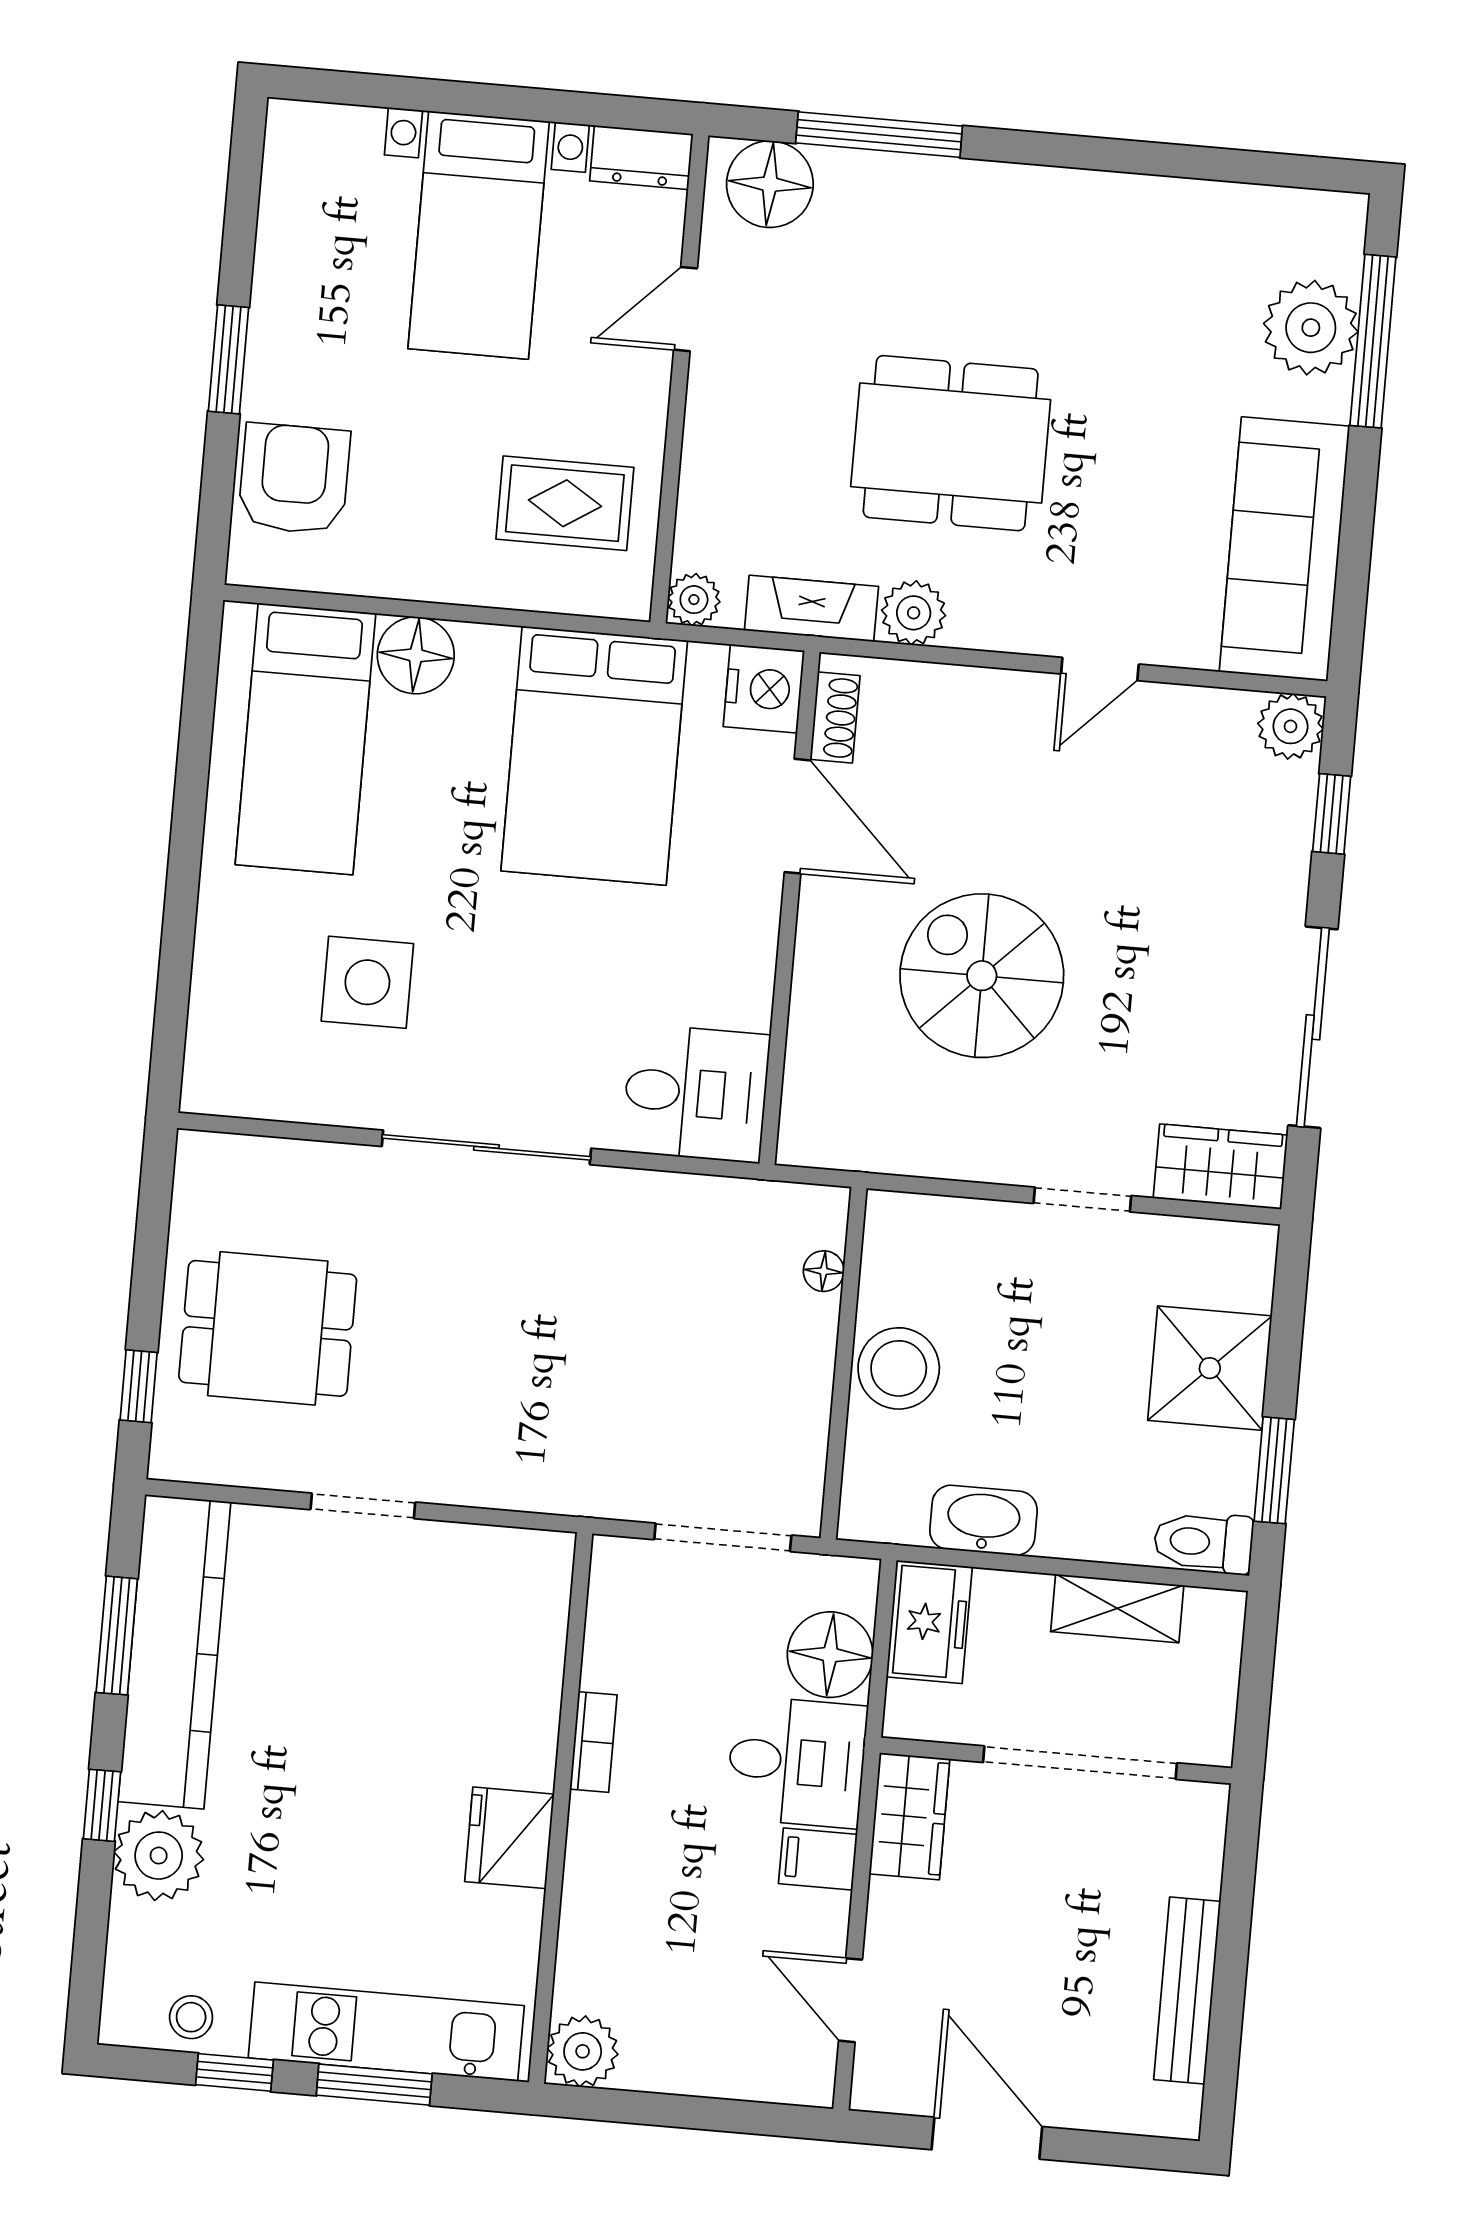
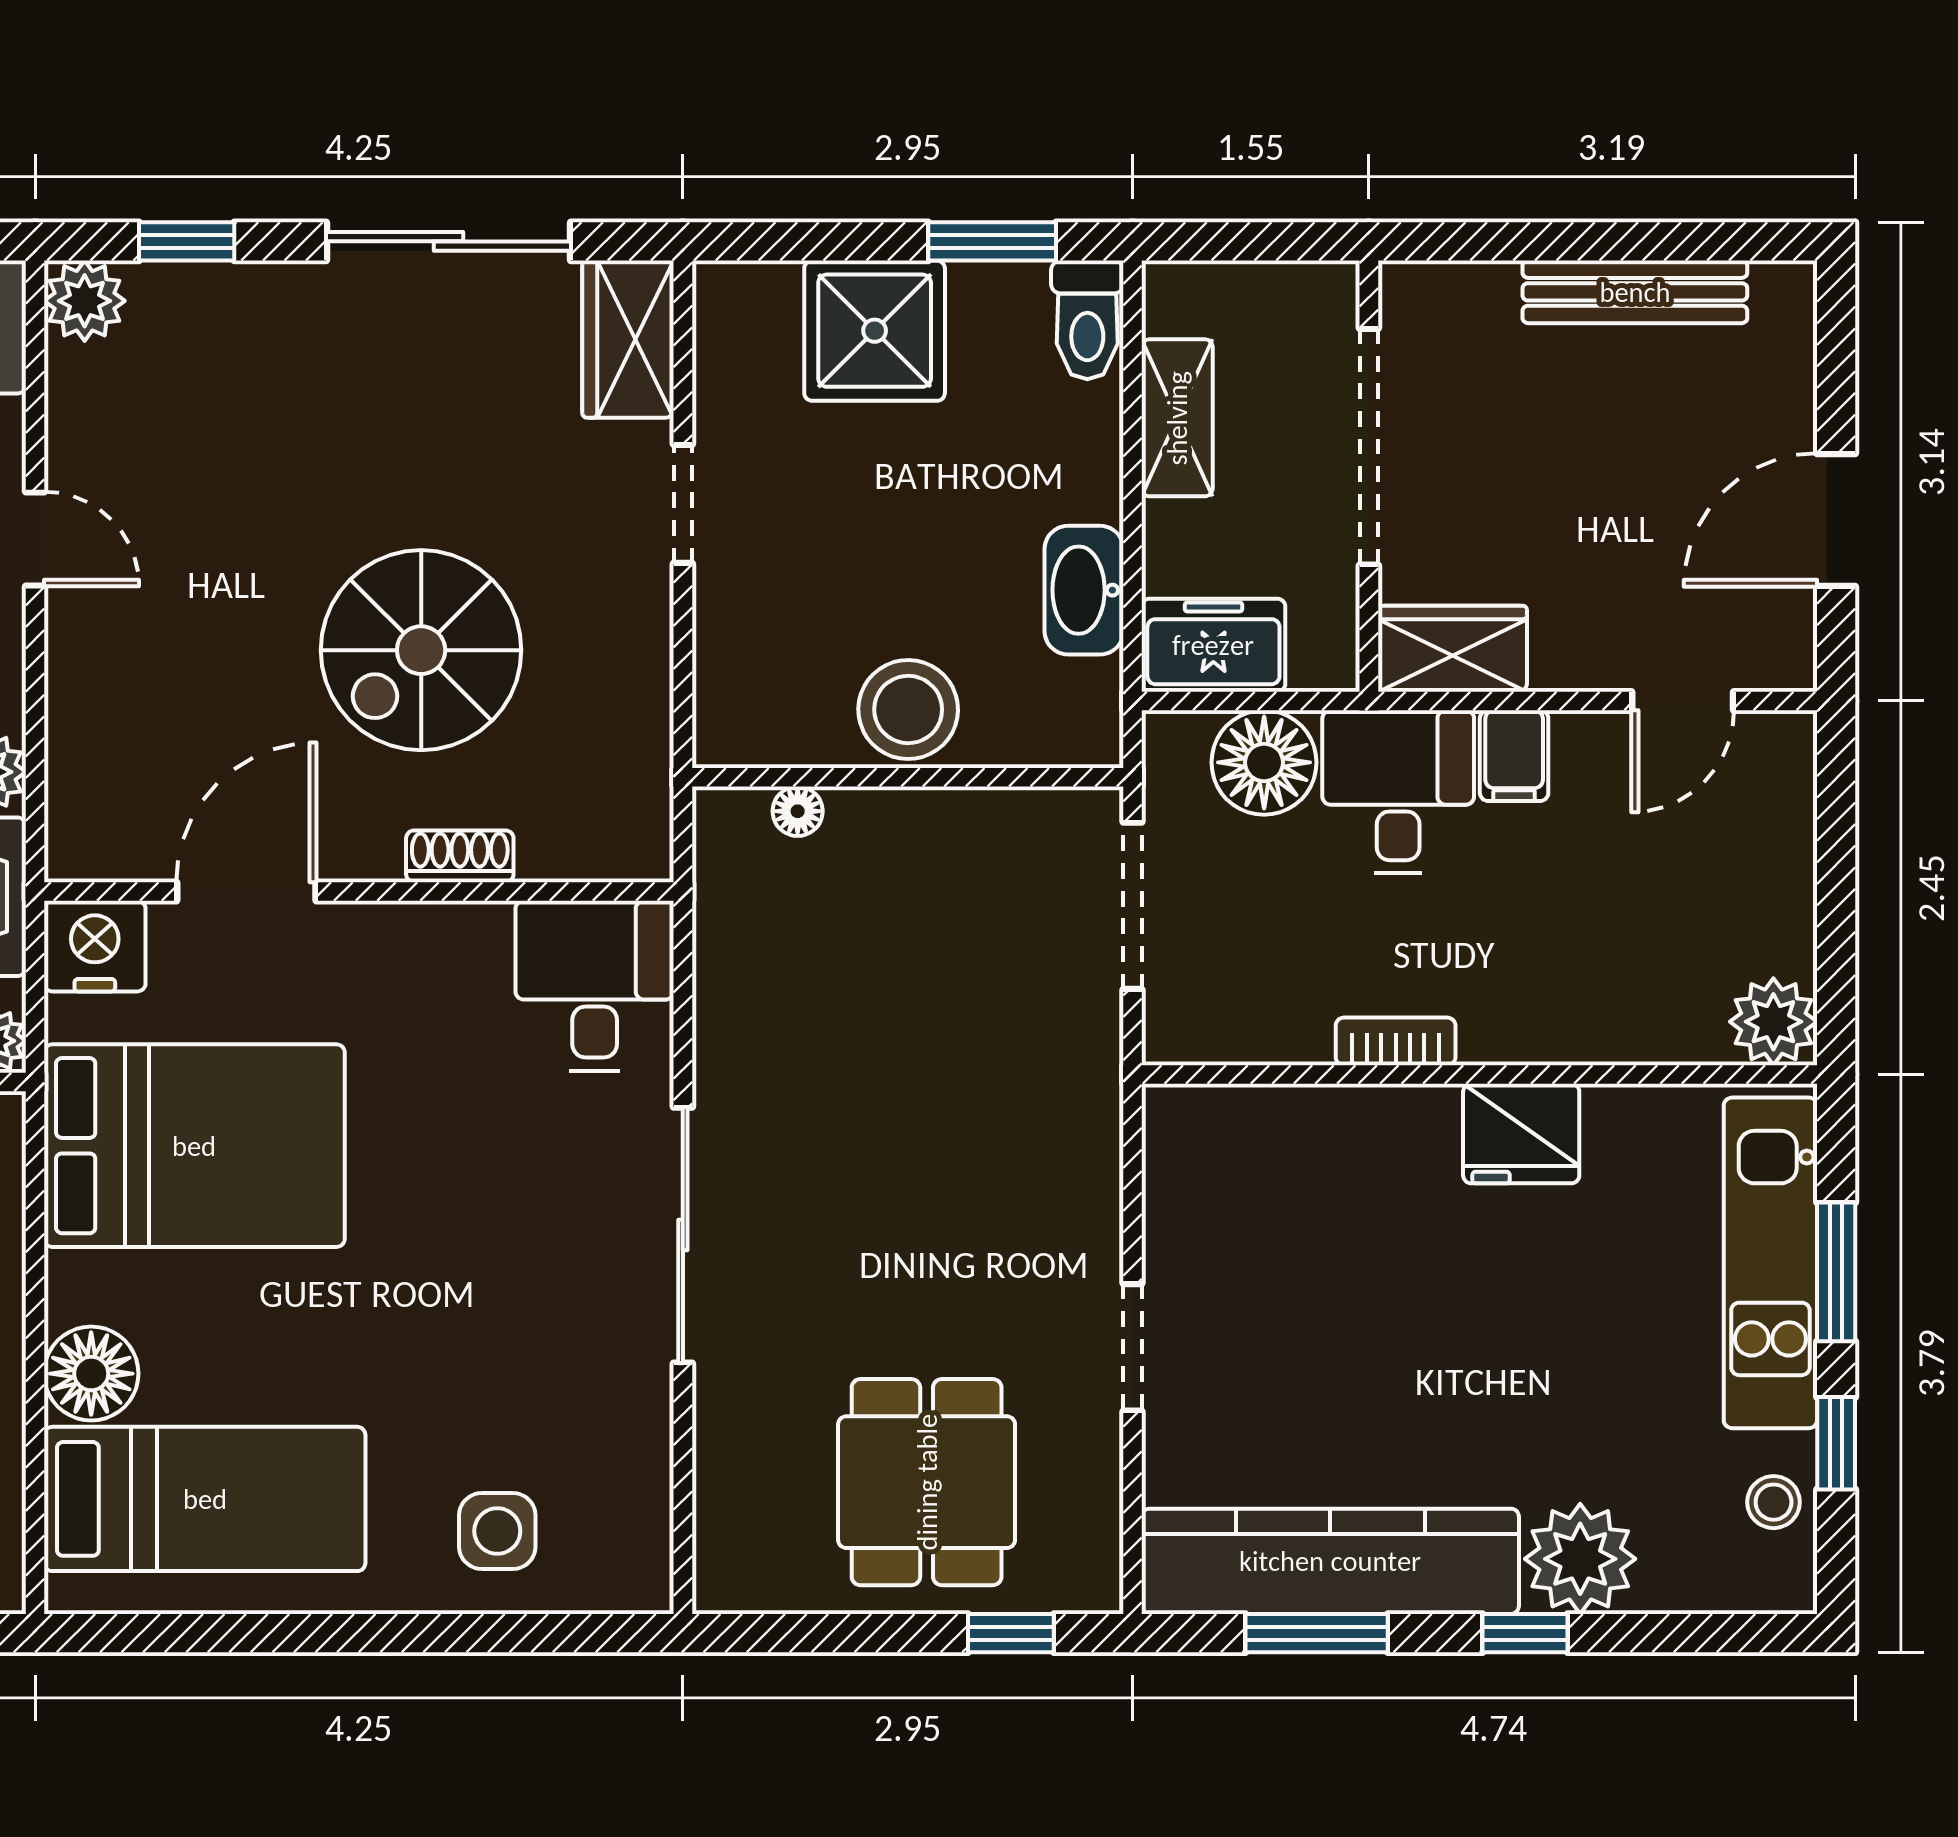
shoe rack: (835, 718) -> (460, 856), moved
side table: (367, 982) -> (497, 1531), moved, width x0.73, depth x0.73

